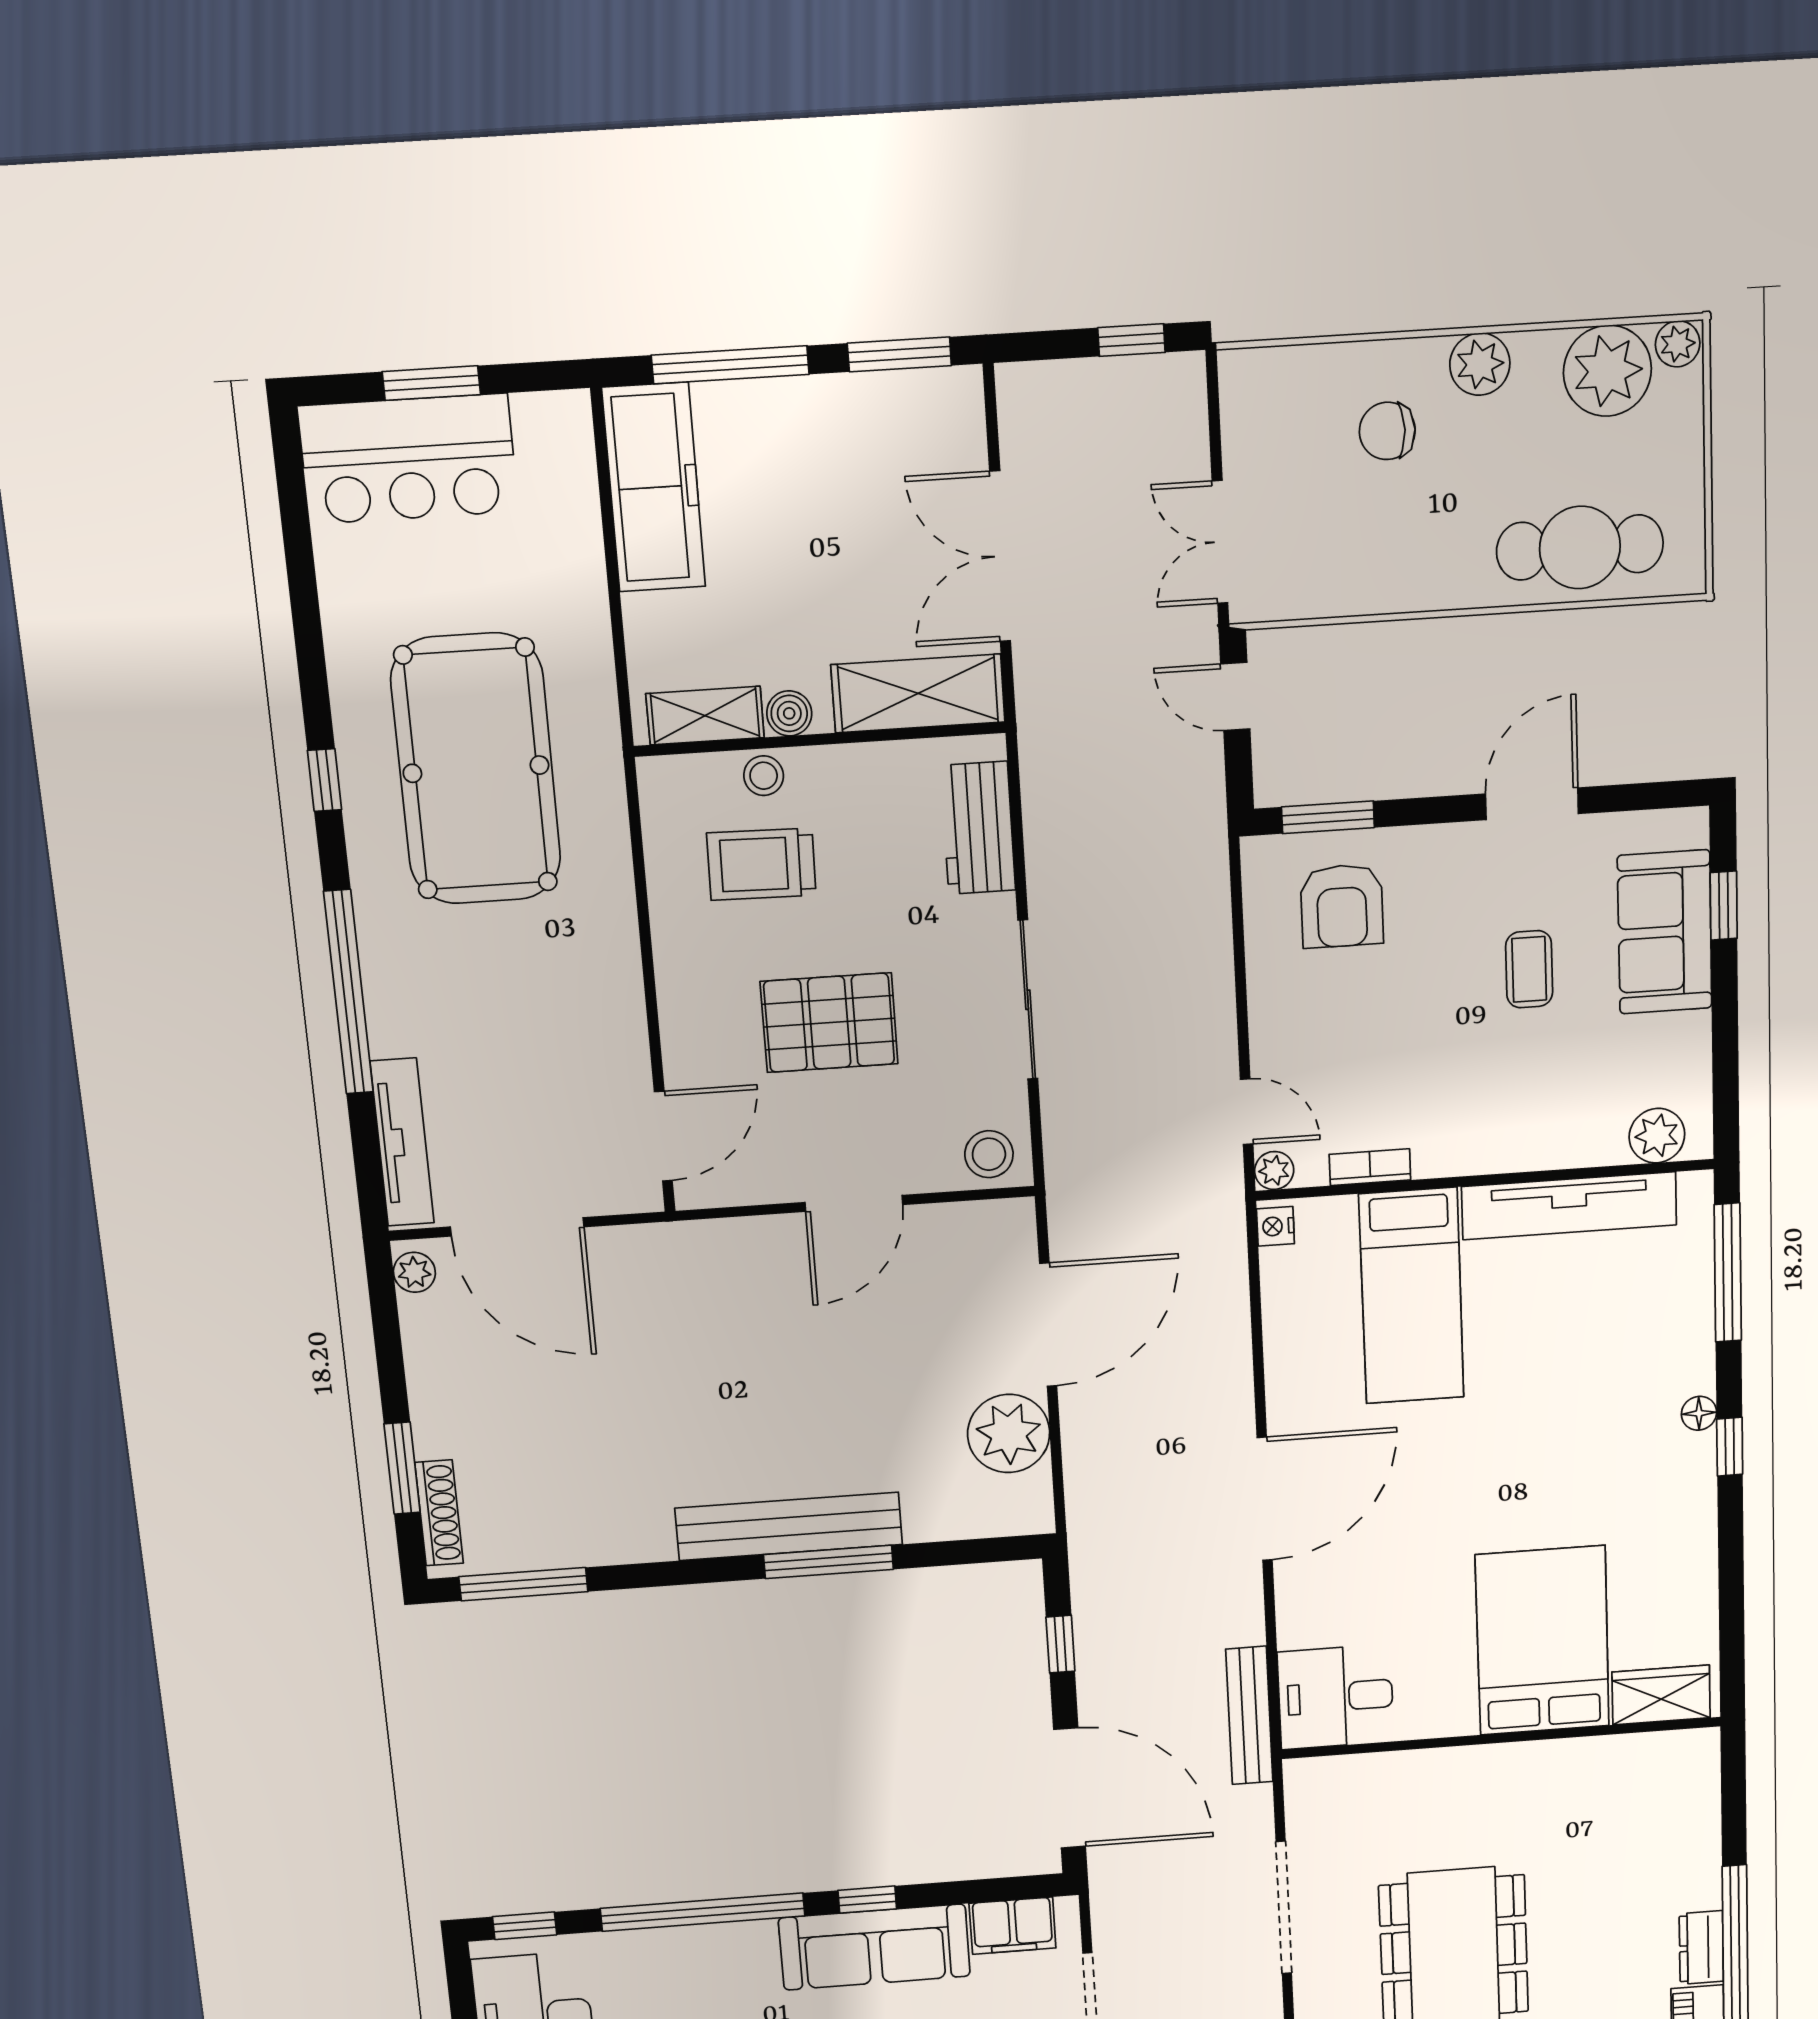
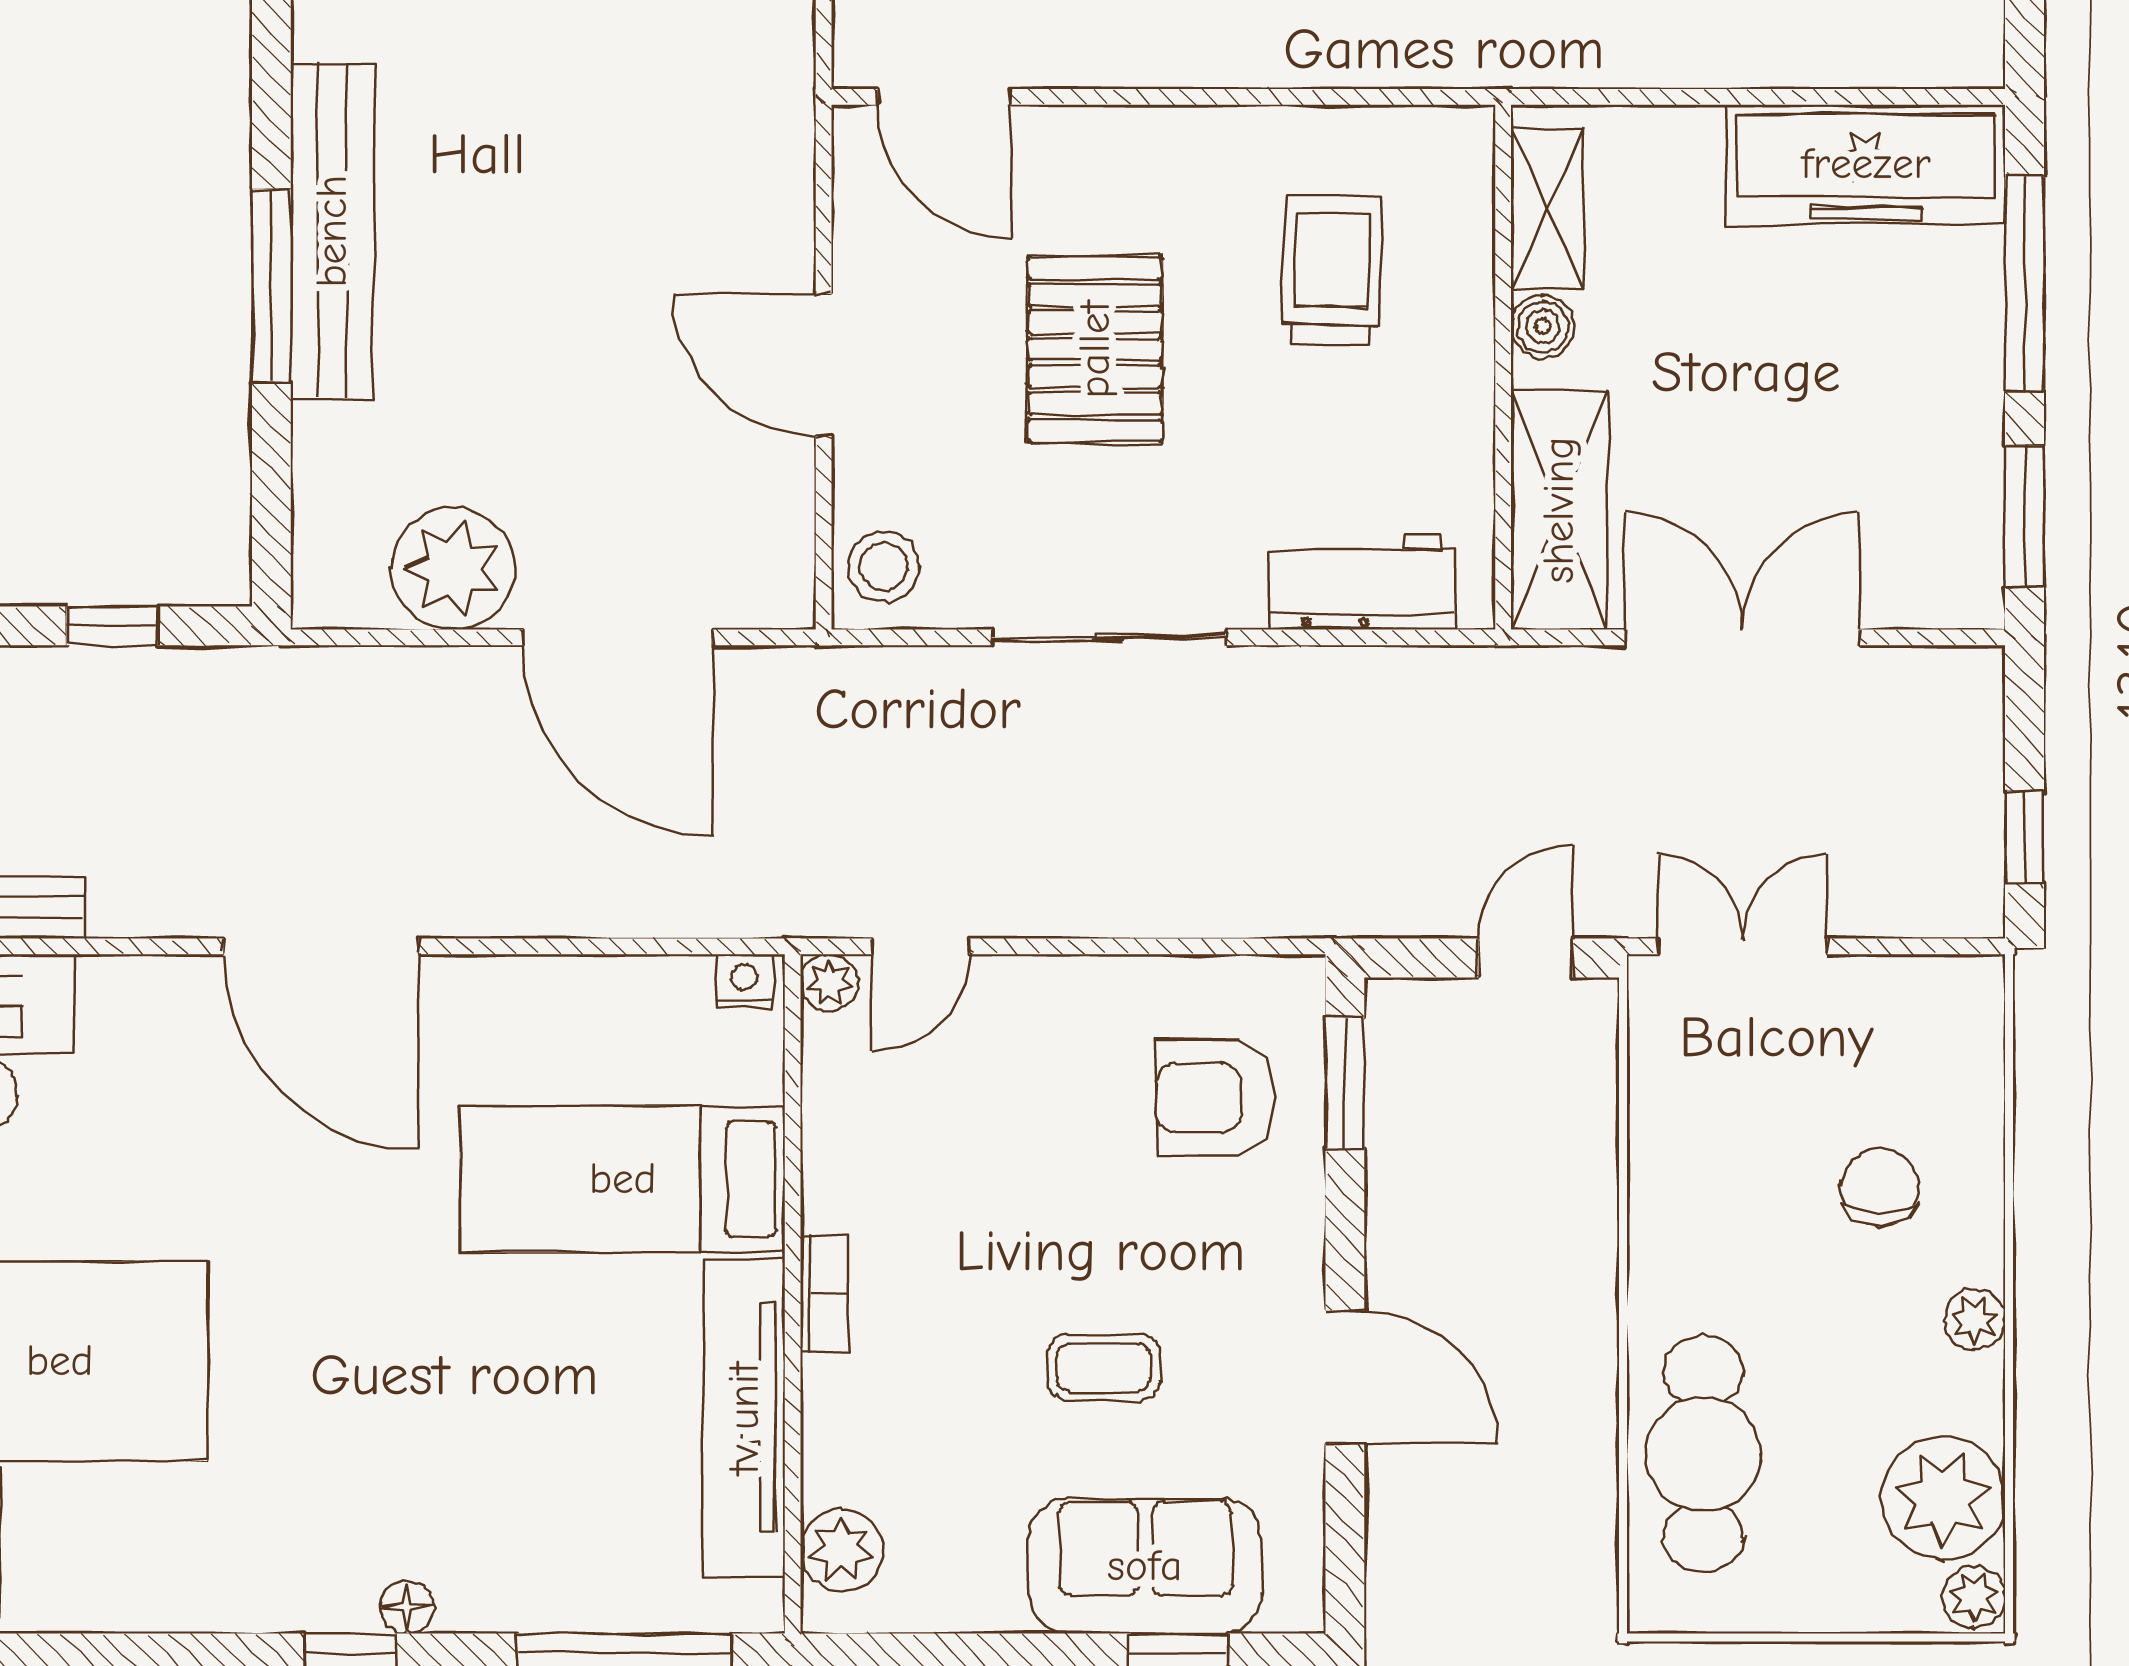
plant: (1480, 364) -> (1975, 1320), width x0.73, depth x0.73
stool: (764, 776) -> (1457, 284), removed
bookcase: (1370, 1167) -> (824, 1294), moved

